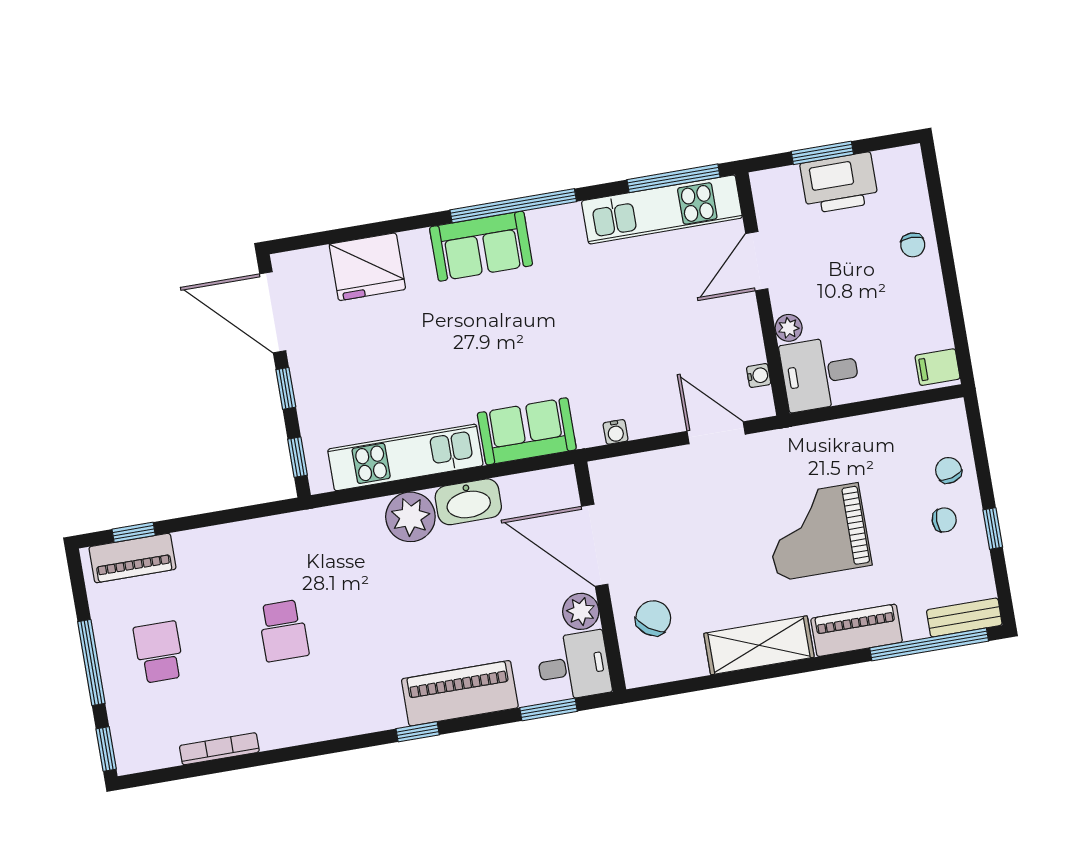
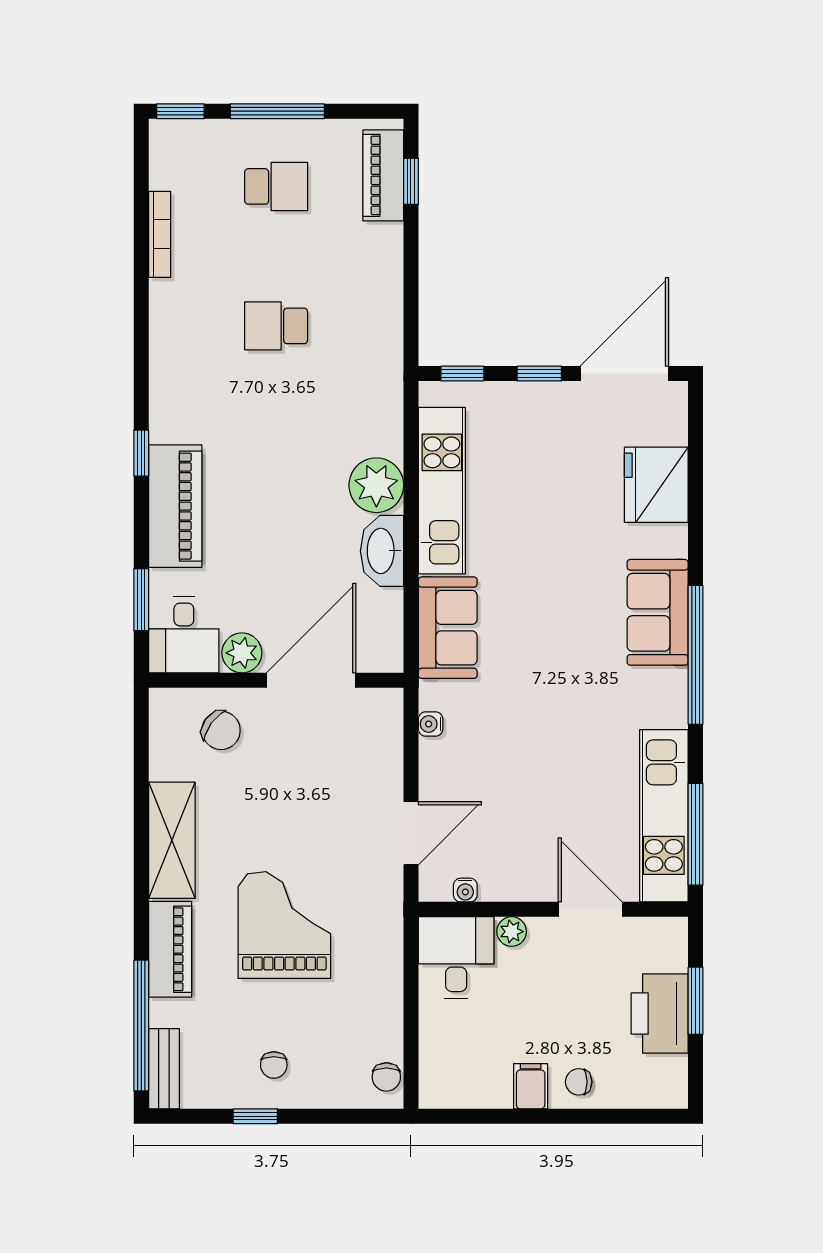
filing cabinet: (938, 367) -> (531, 1086), moved
chair: (949, 470) -> (386, 1077), moved, turned 105

